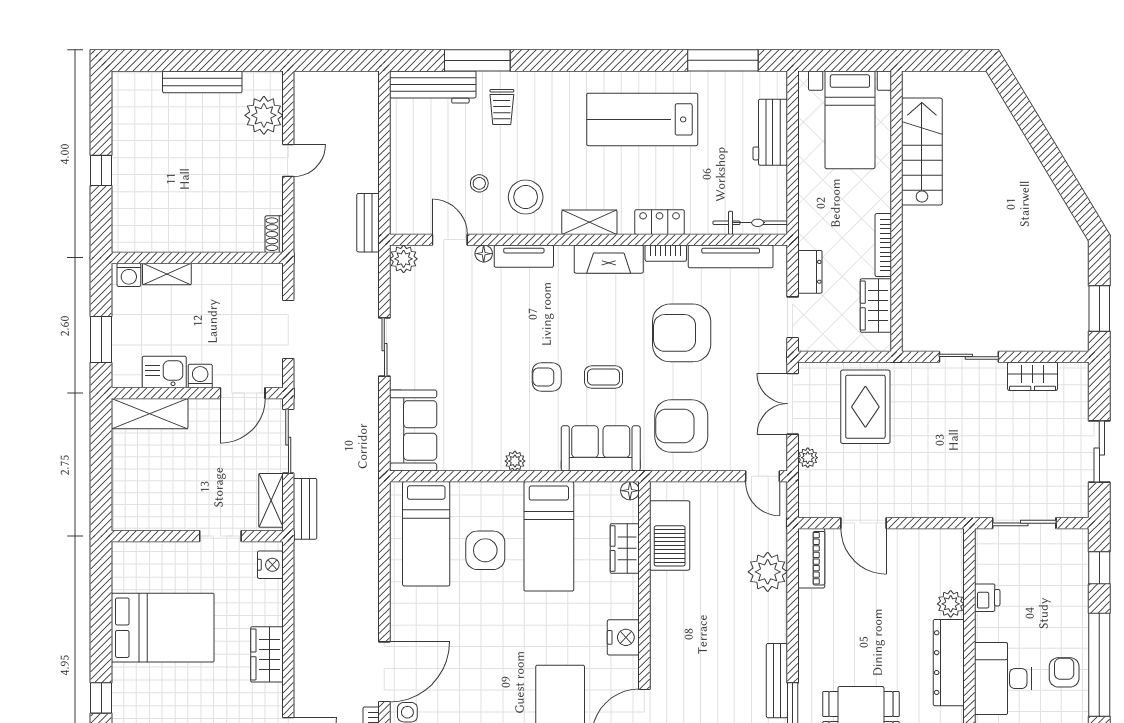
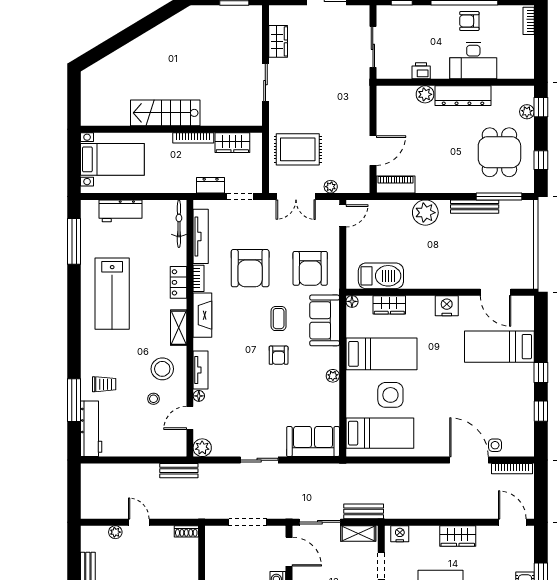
plant: (264, 115) -> (115, 532), width x0.53, depth x0.53
stairs: (922, 152) -> (165, 113), moved
plant: (768, 572) -> (425, 213), moved

